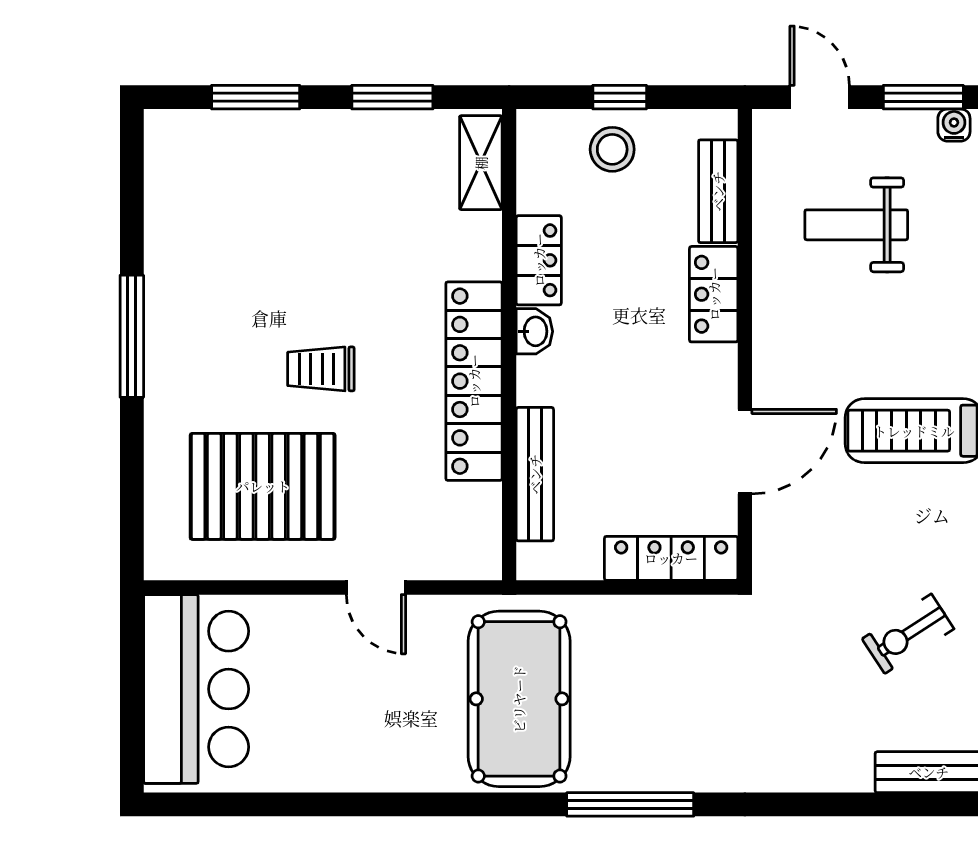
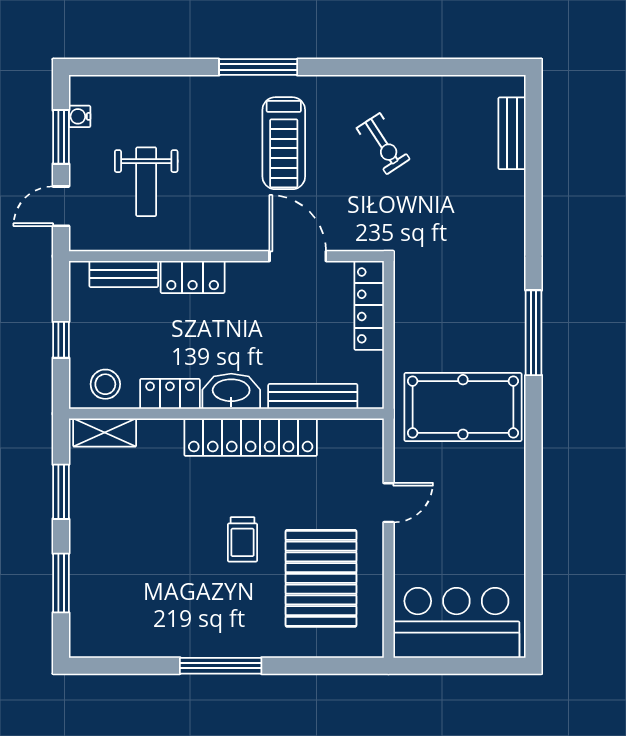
stool: (612, 149) -> (105, 384), moved
washbasin: (534, 331) -> (231, 391), width x1.91, depth x1.45
exercise bike: (908, 634) -> (383, 144), moved

